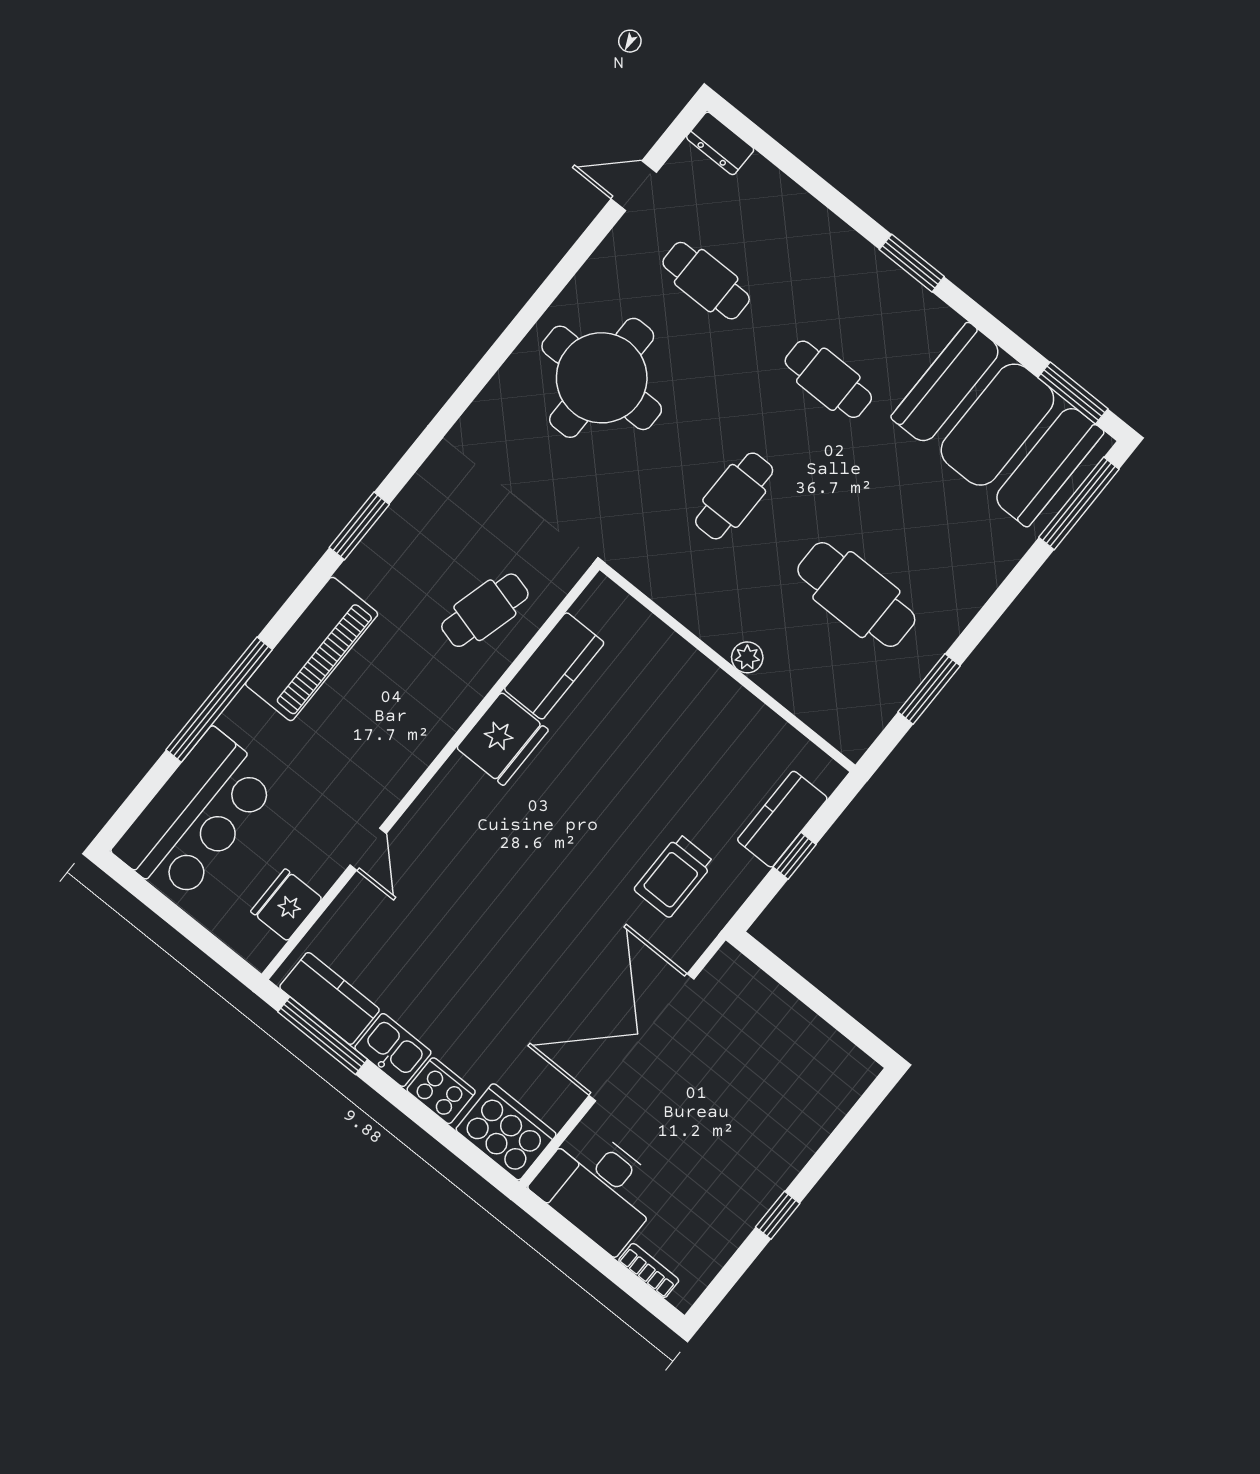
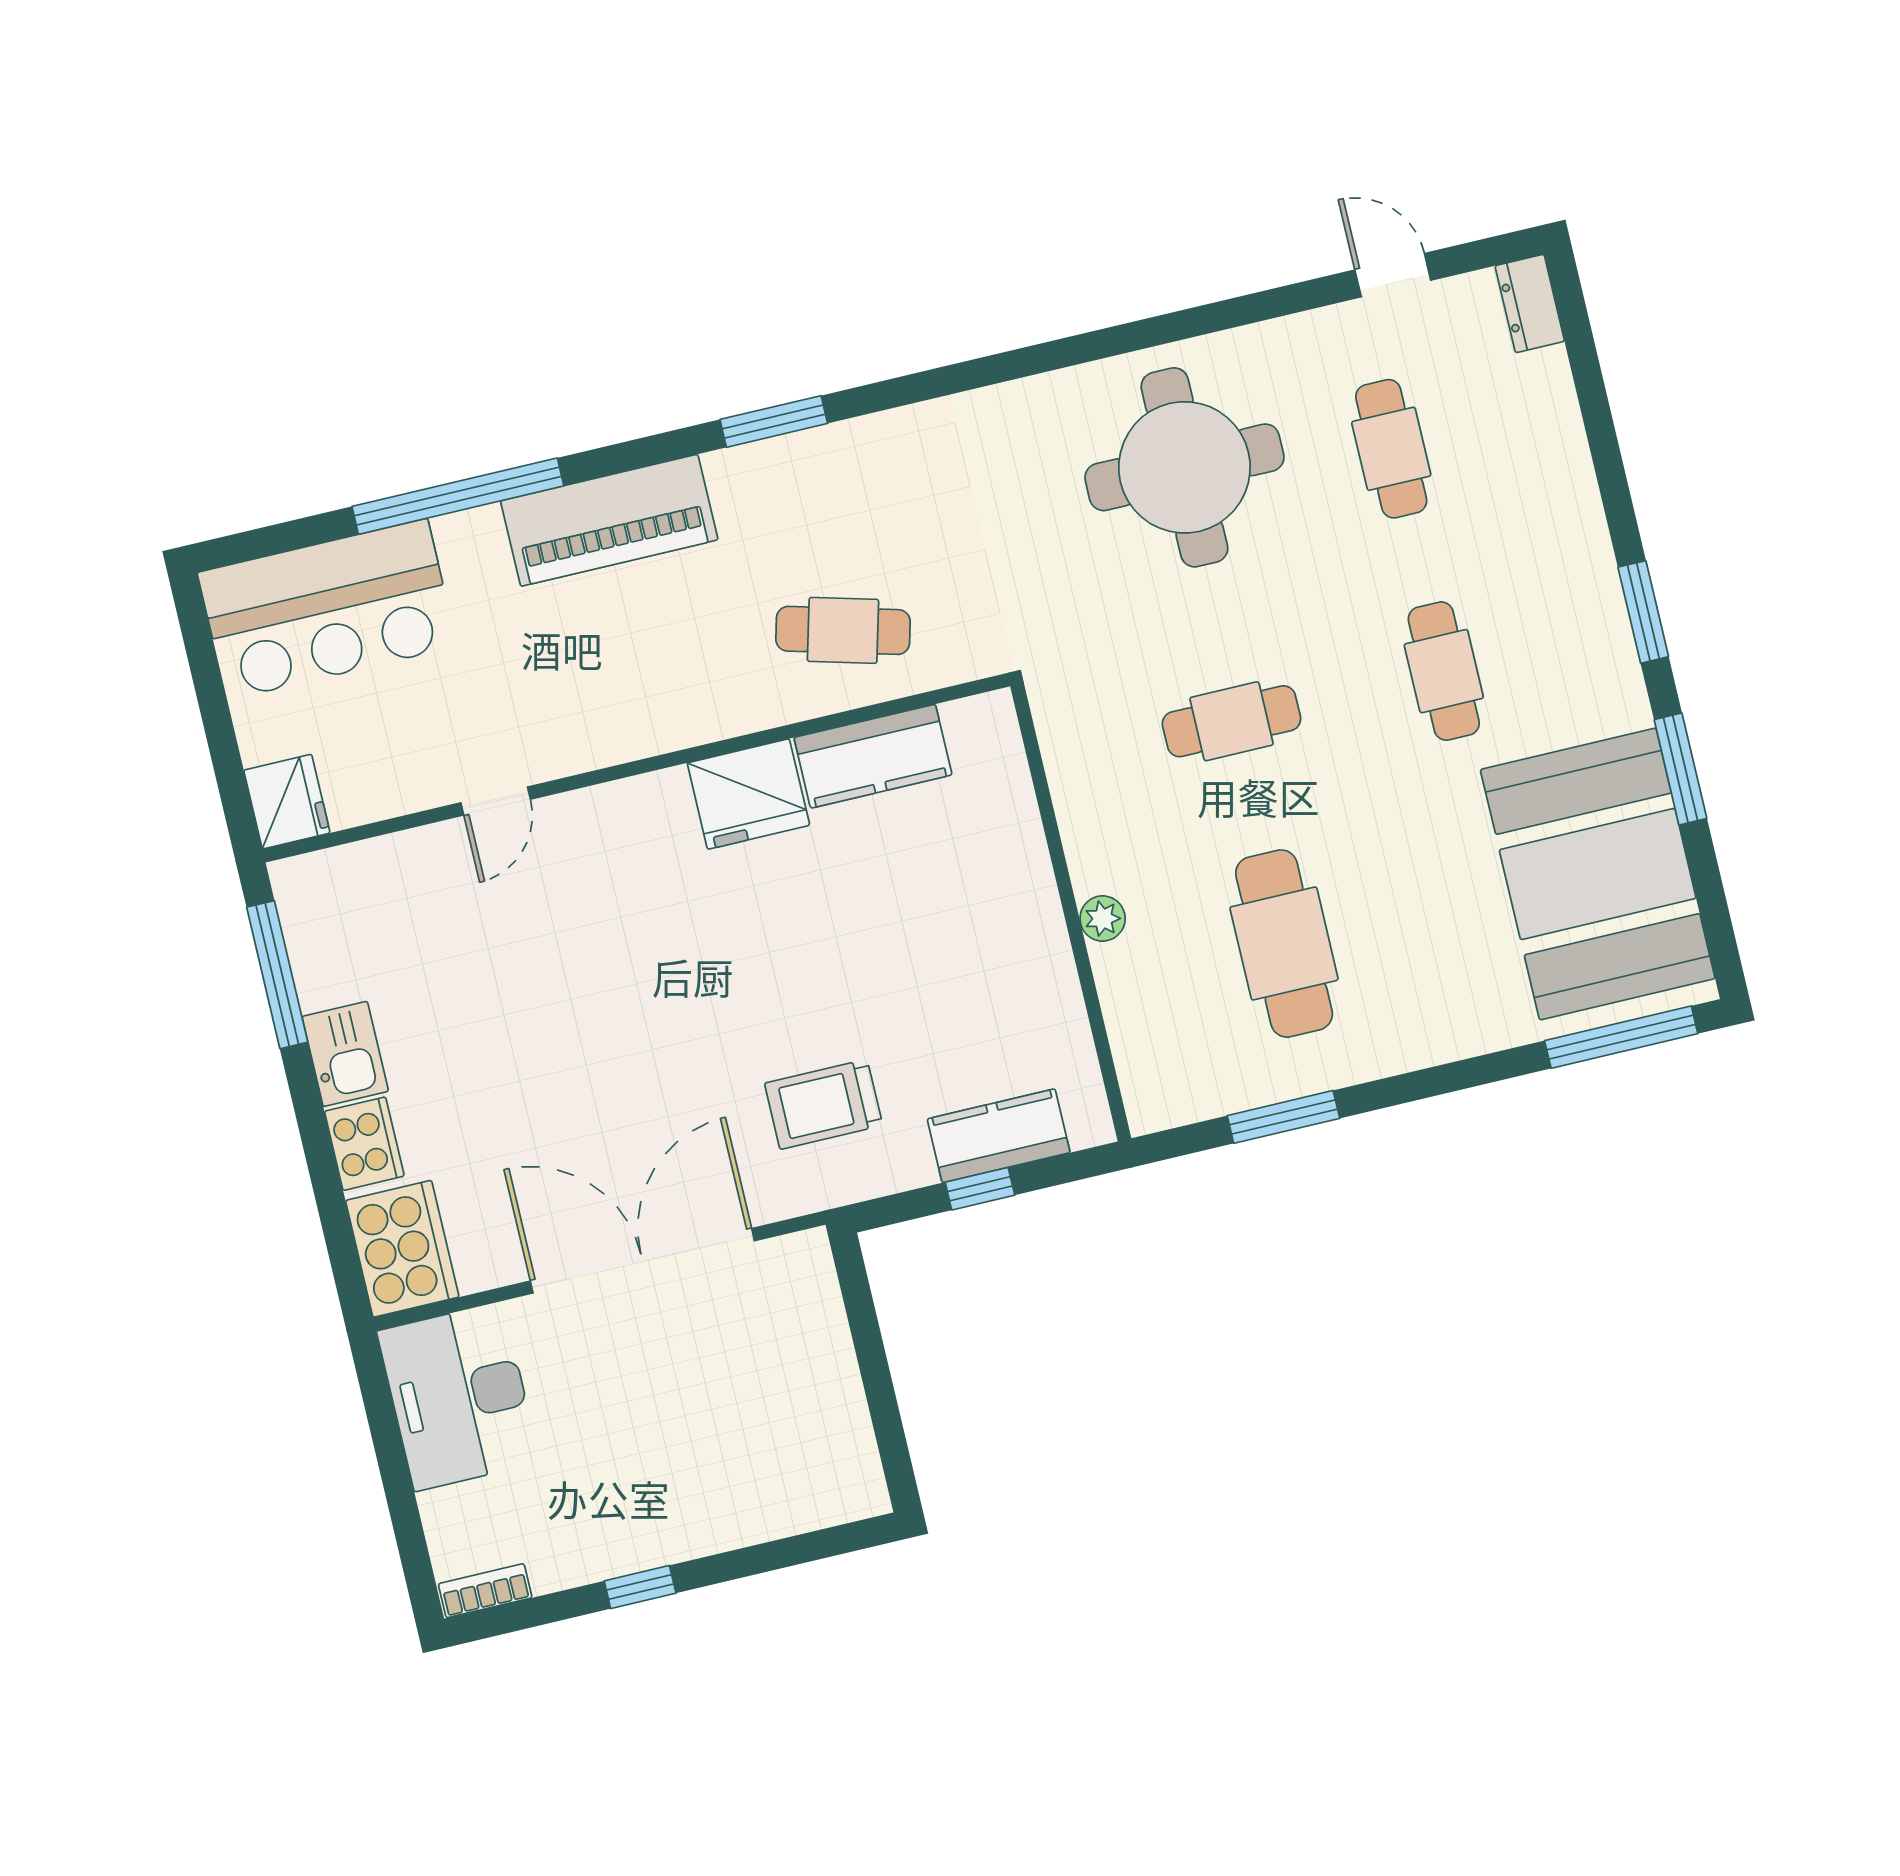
window: (1073, 393) -> (1680, 769), moved
fridge: (286, 905) -> (287, 802), moved, turned 90
kitchen counter: (329, 998) -> (318, 938), removed
bookcase: (649, 1270) -> (485, 1591), moved, turned -90

